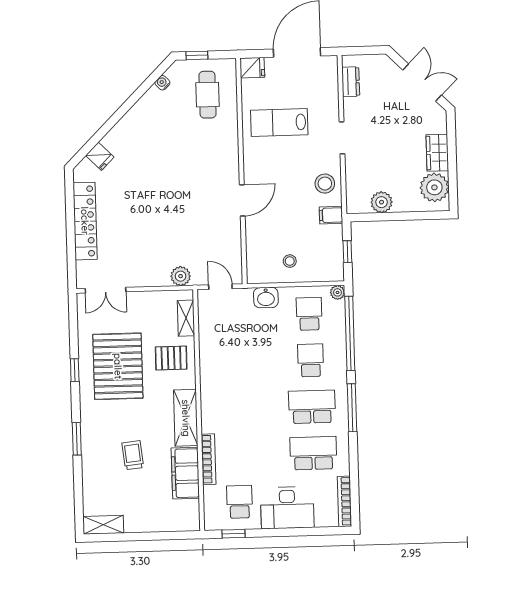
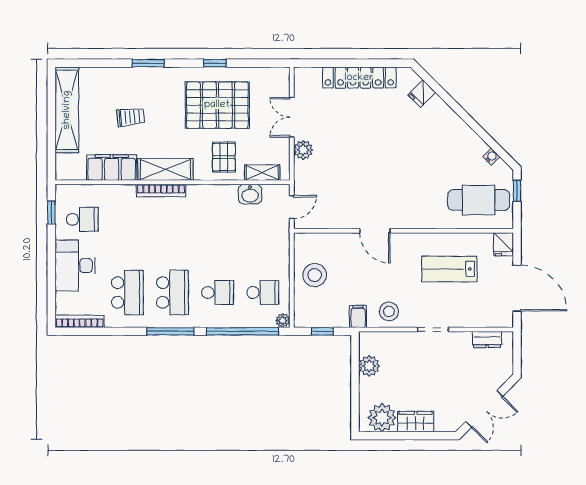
cafe table: (207, 95) -> (479, 200), width x1.37, depth x1.35
lab bench: (279, 123) -> (449, 269), turned -90
stool: (290, 261) -> (315, 275), width x1.89, depth x1.89
plant: (181, 276) -> (303, 150), moved
double door: (106, 290) -> (292, 117), moved
washbasin: (266, 298) -> (250, 194), moved, turned -90
bookcase: (209, 459) -> (161, 191), moved
shelving: (103, 525) -> (67, 110), width x2.20, depth x1.33

